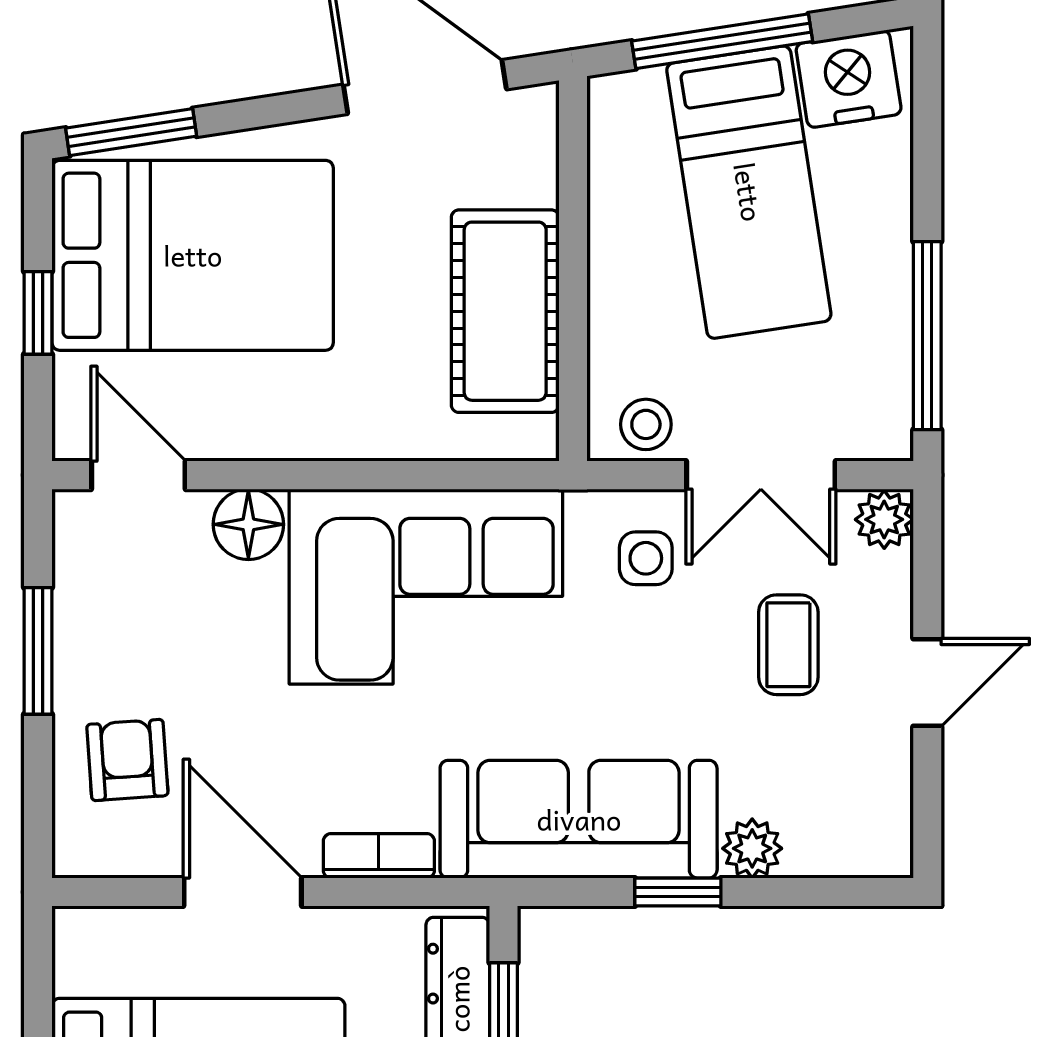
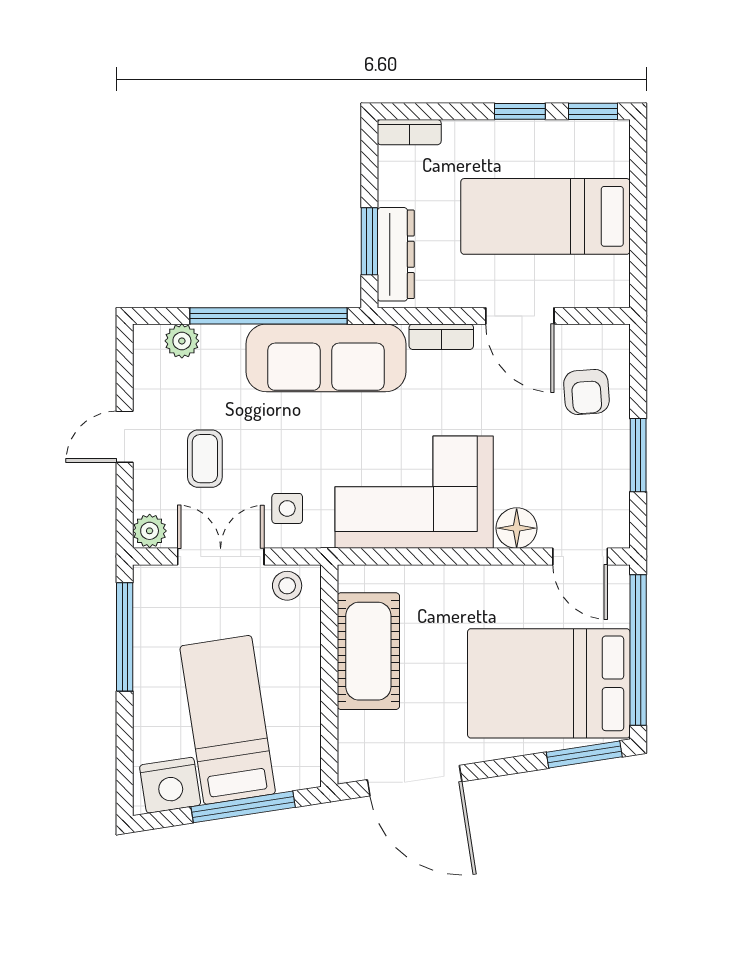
window: (38, 313) -> (638, 650), width x3.17
plant: (752, 848) -> (182, 341), moved
window: (678, 892) -> (269, 316), width x3.17

